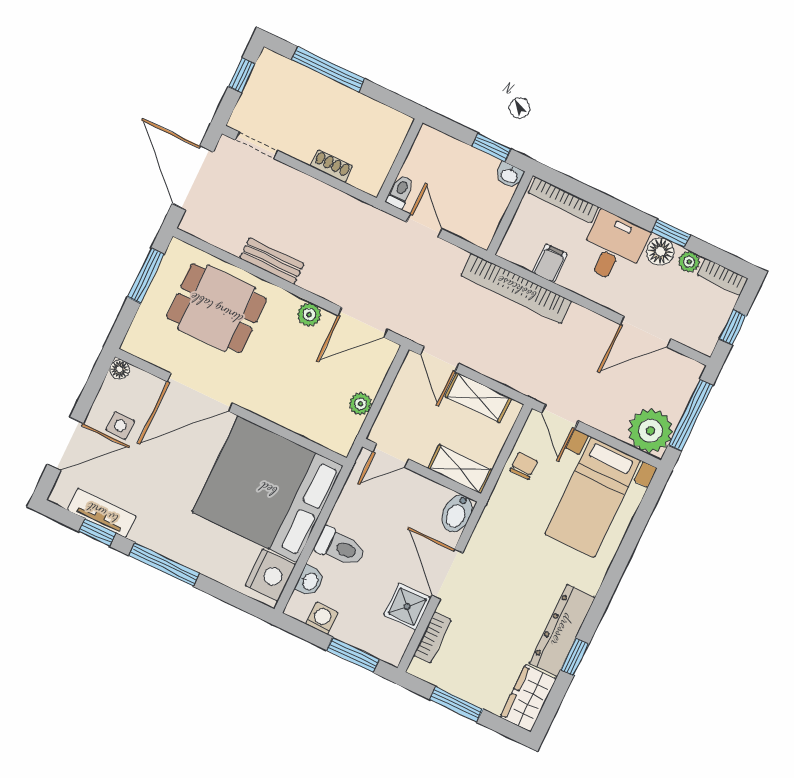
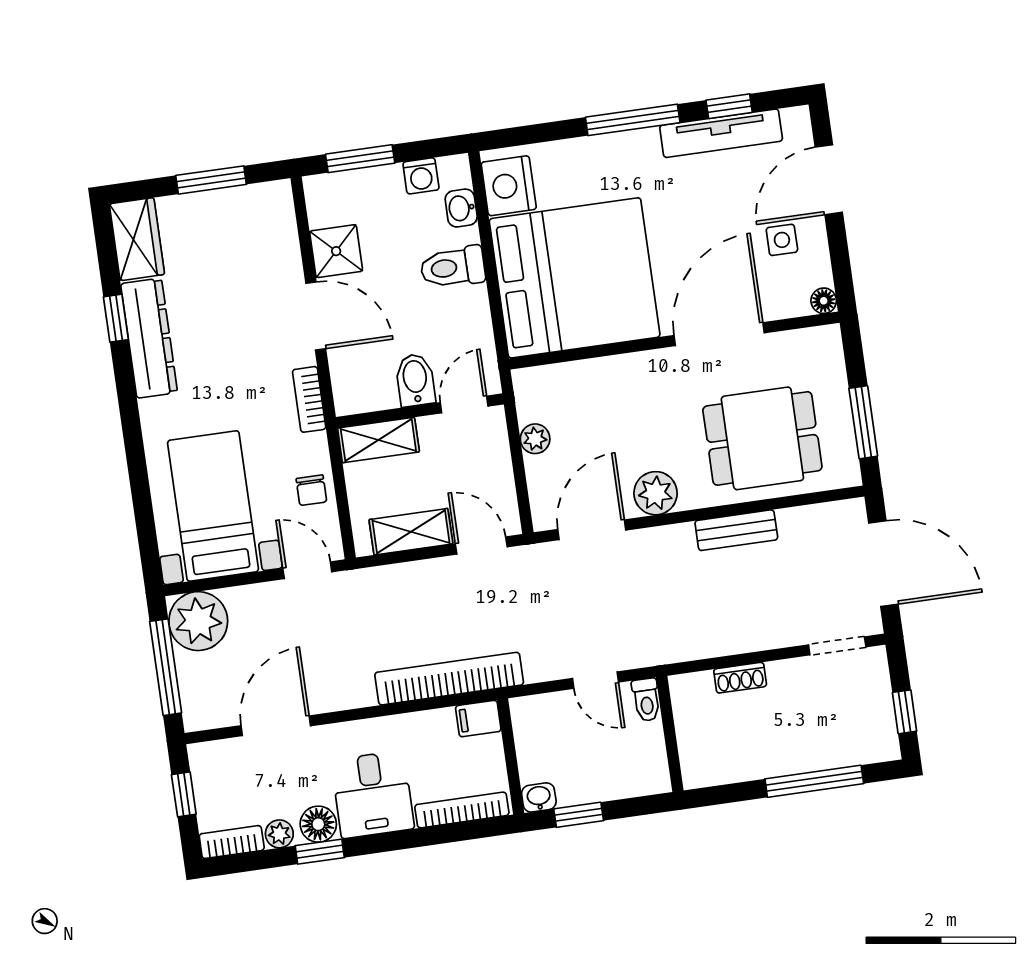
filing cabinet: (550, 263) -> (478, 719), moved, turned 90
plant: (309, 315) -> (656, 493), width x1.38, depth x1.38
tv unit: (102, 513) -> (721, 133), width x1.41
bidet: (457, 513) -> (415, 380), moved
bookcase: (432, 637) -> (309, 399), moved

